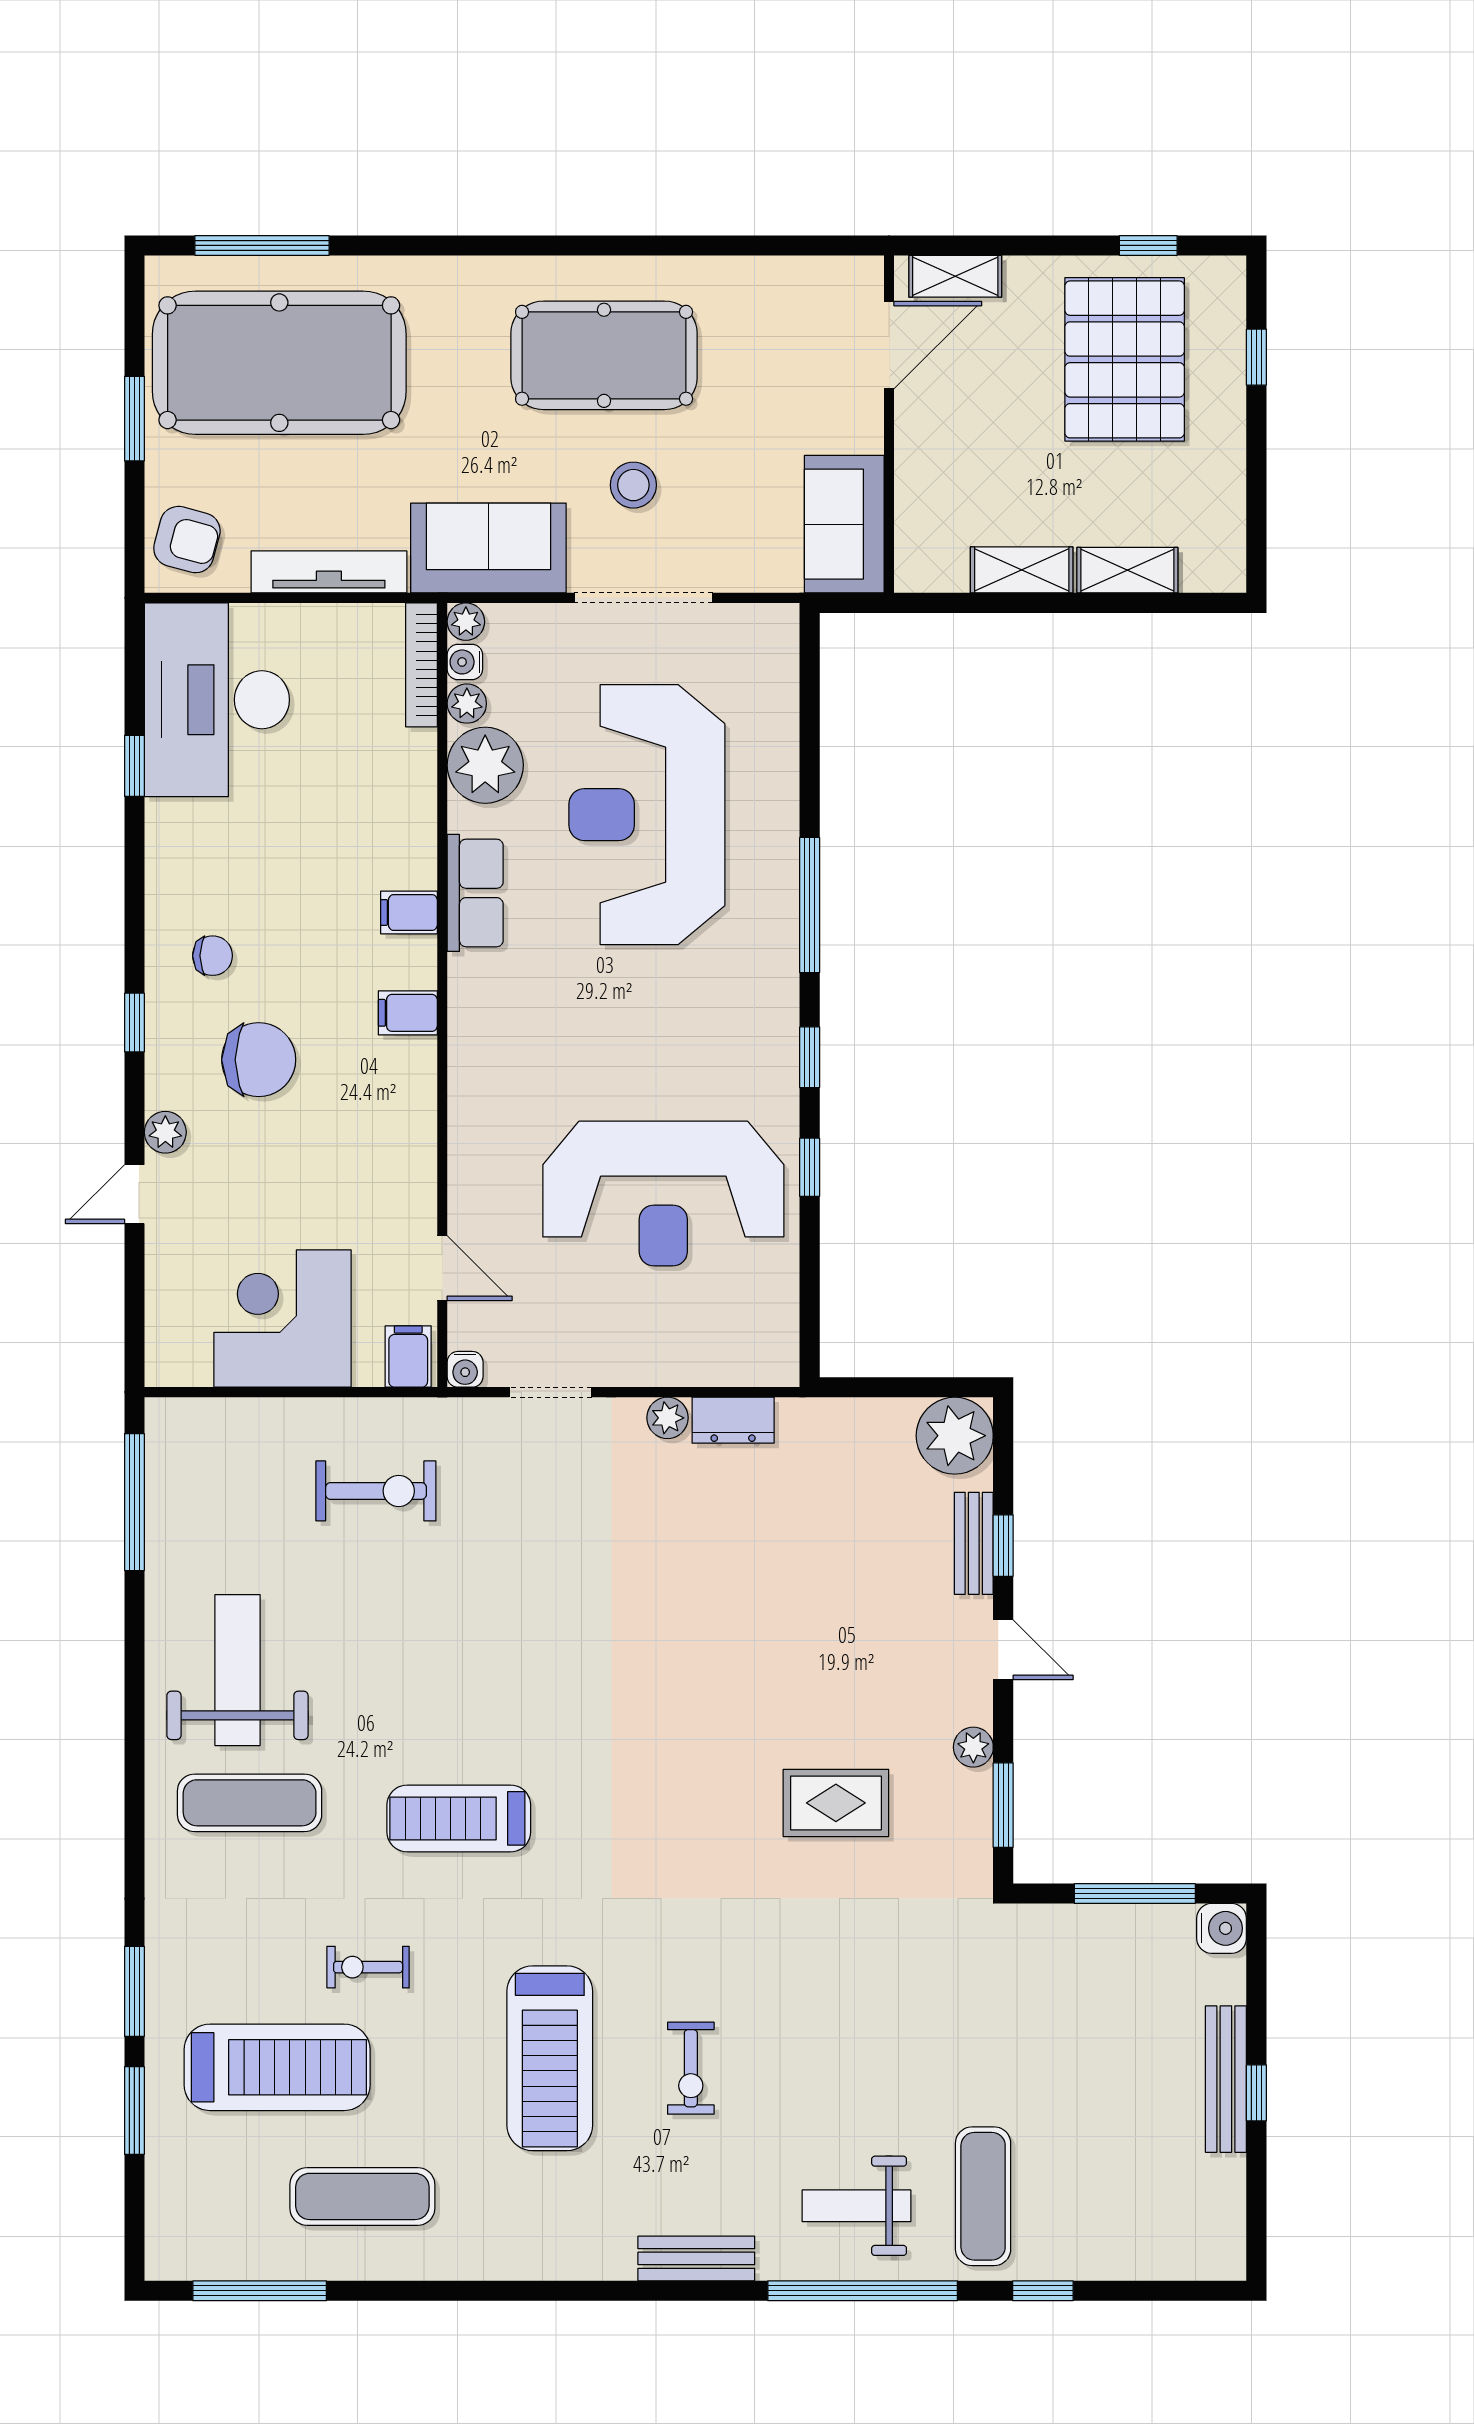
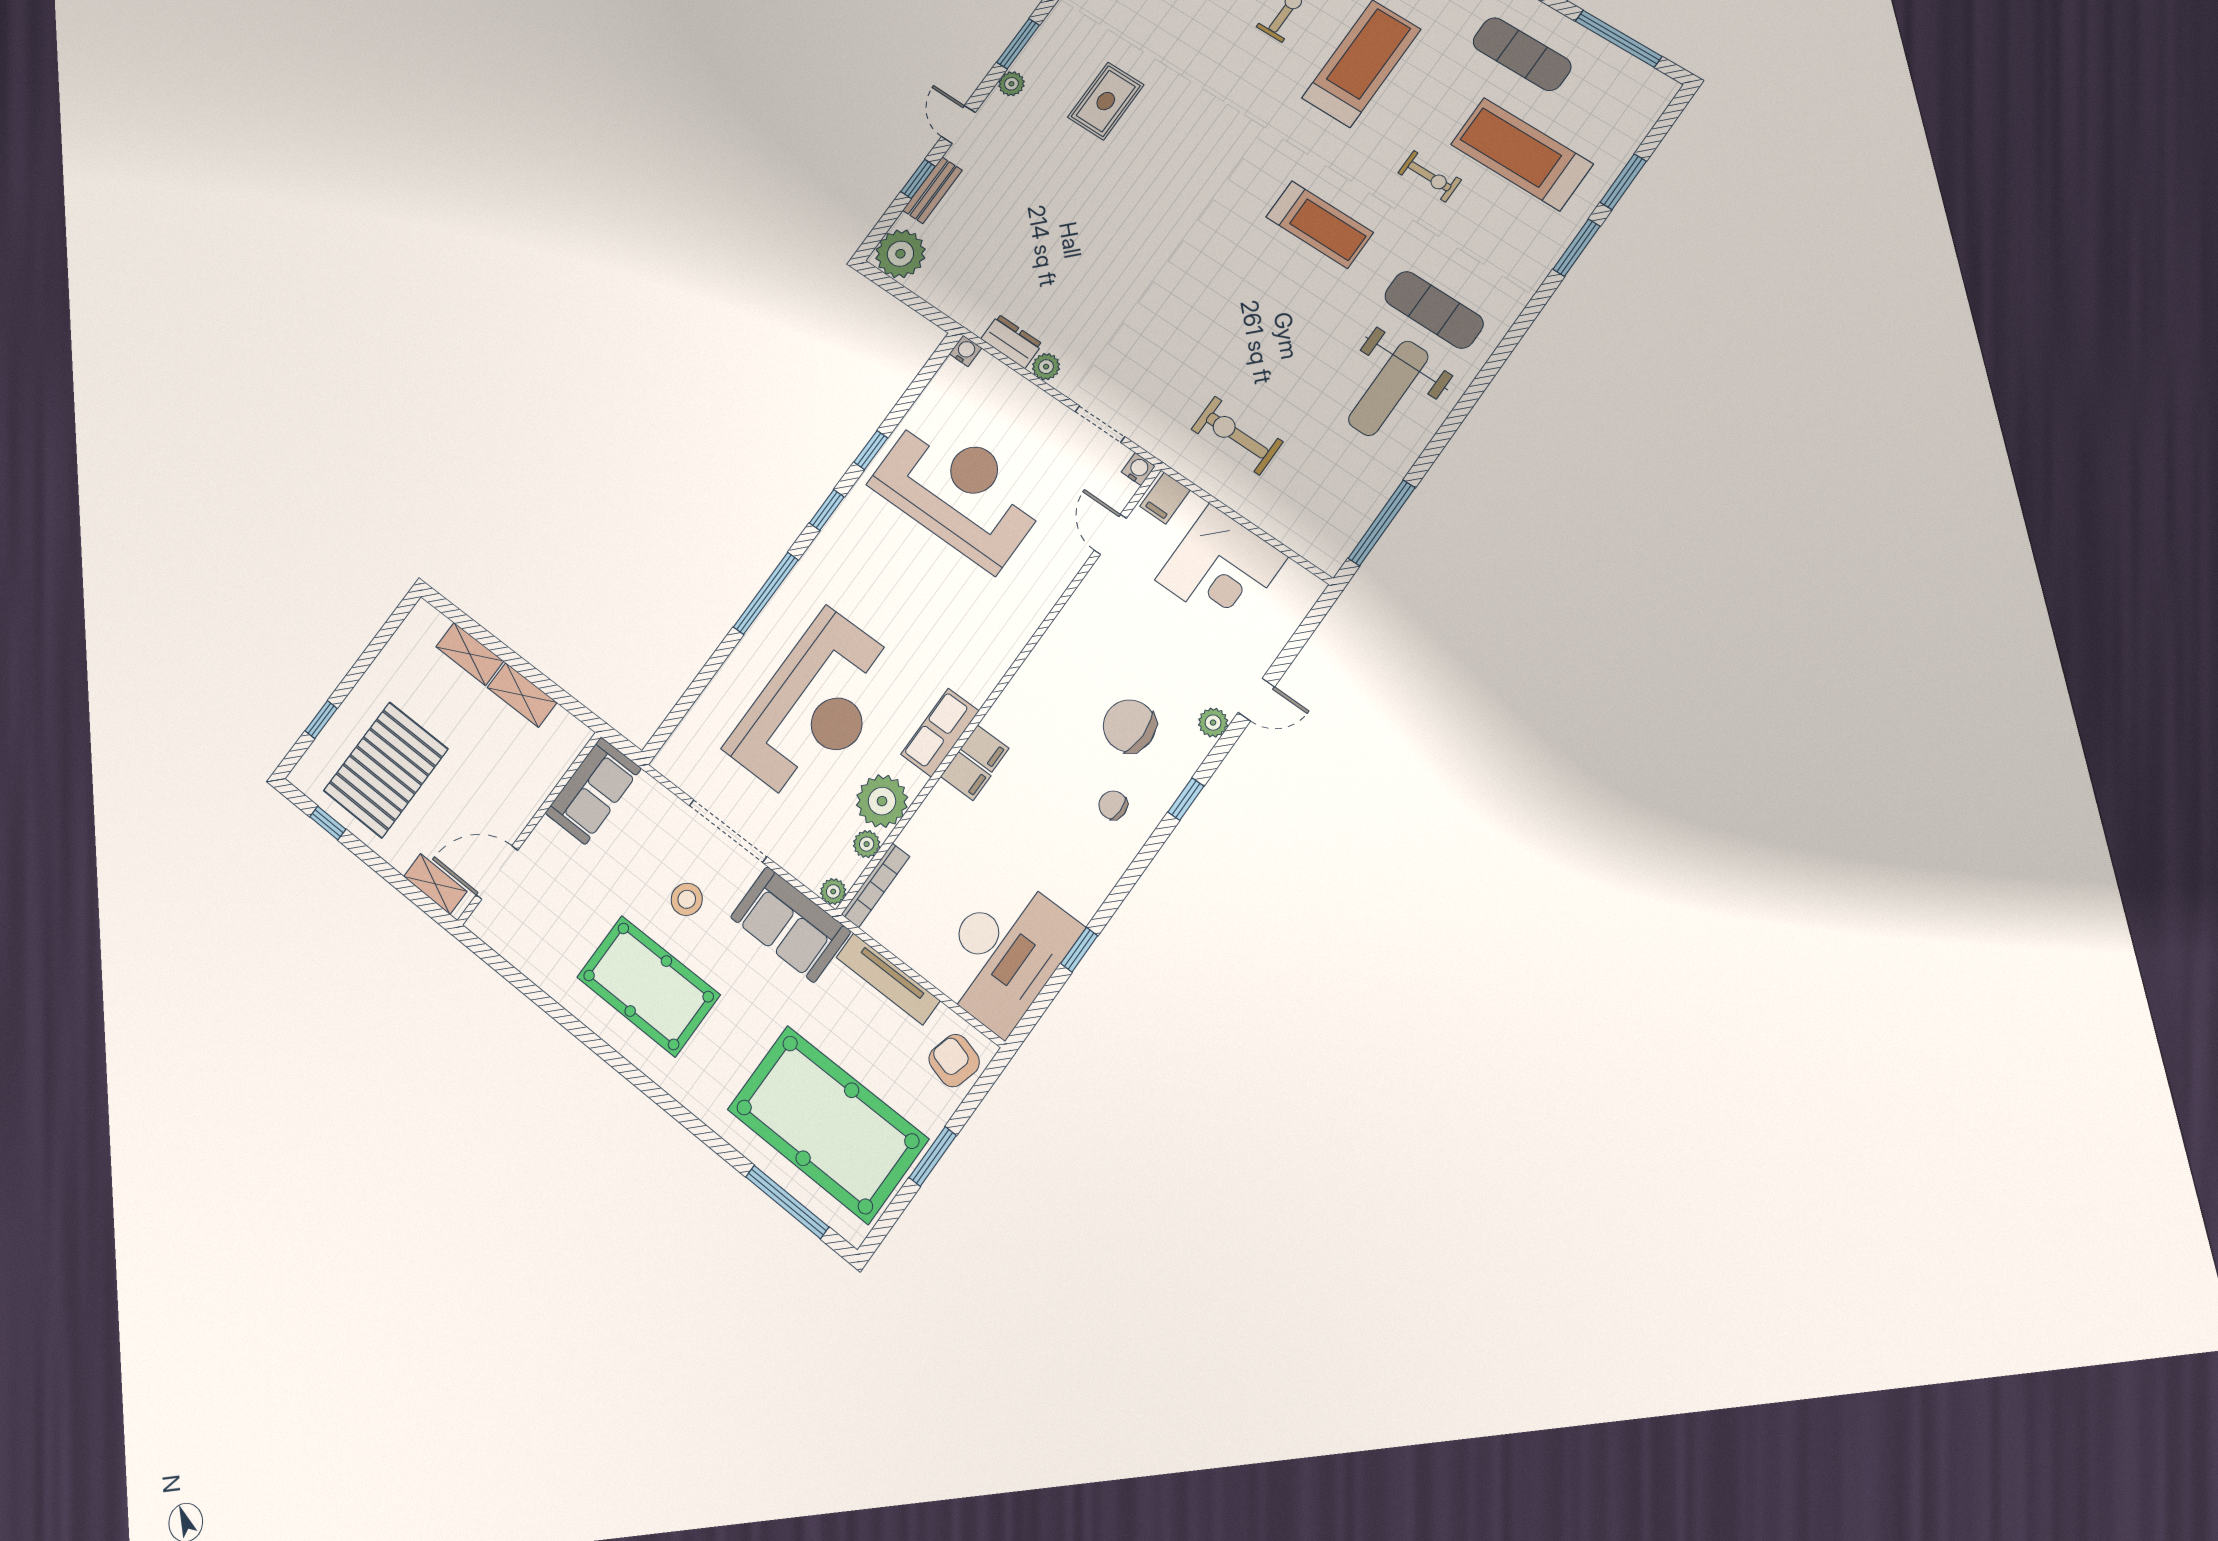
water cooler: (465, 662) -> (965, 351), moved, turned -90
filing cabinet: (408, 1013) -> (966, 776), moved
rug: (836, 1803) -> (1106, 101), turned 90

